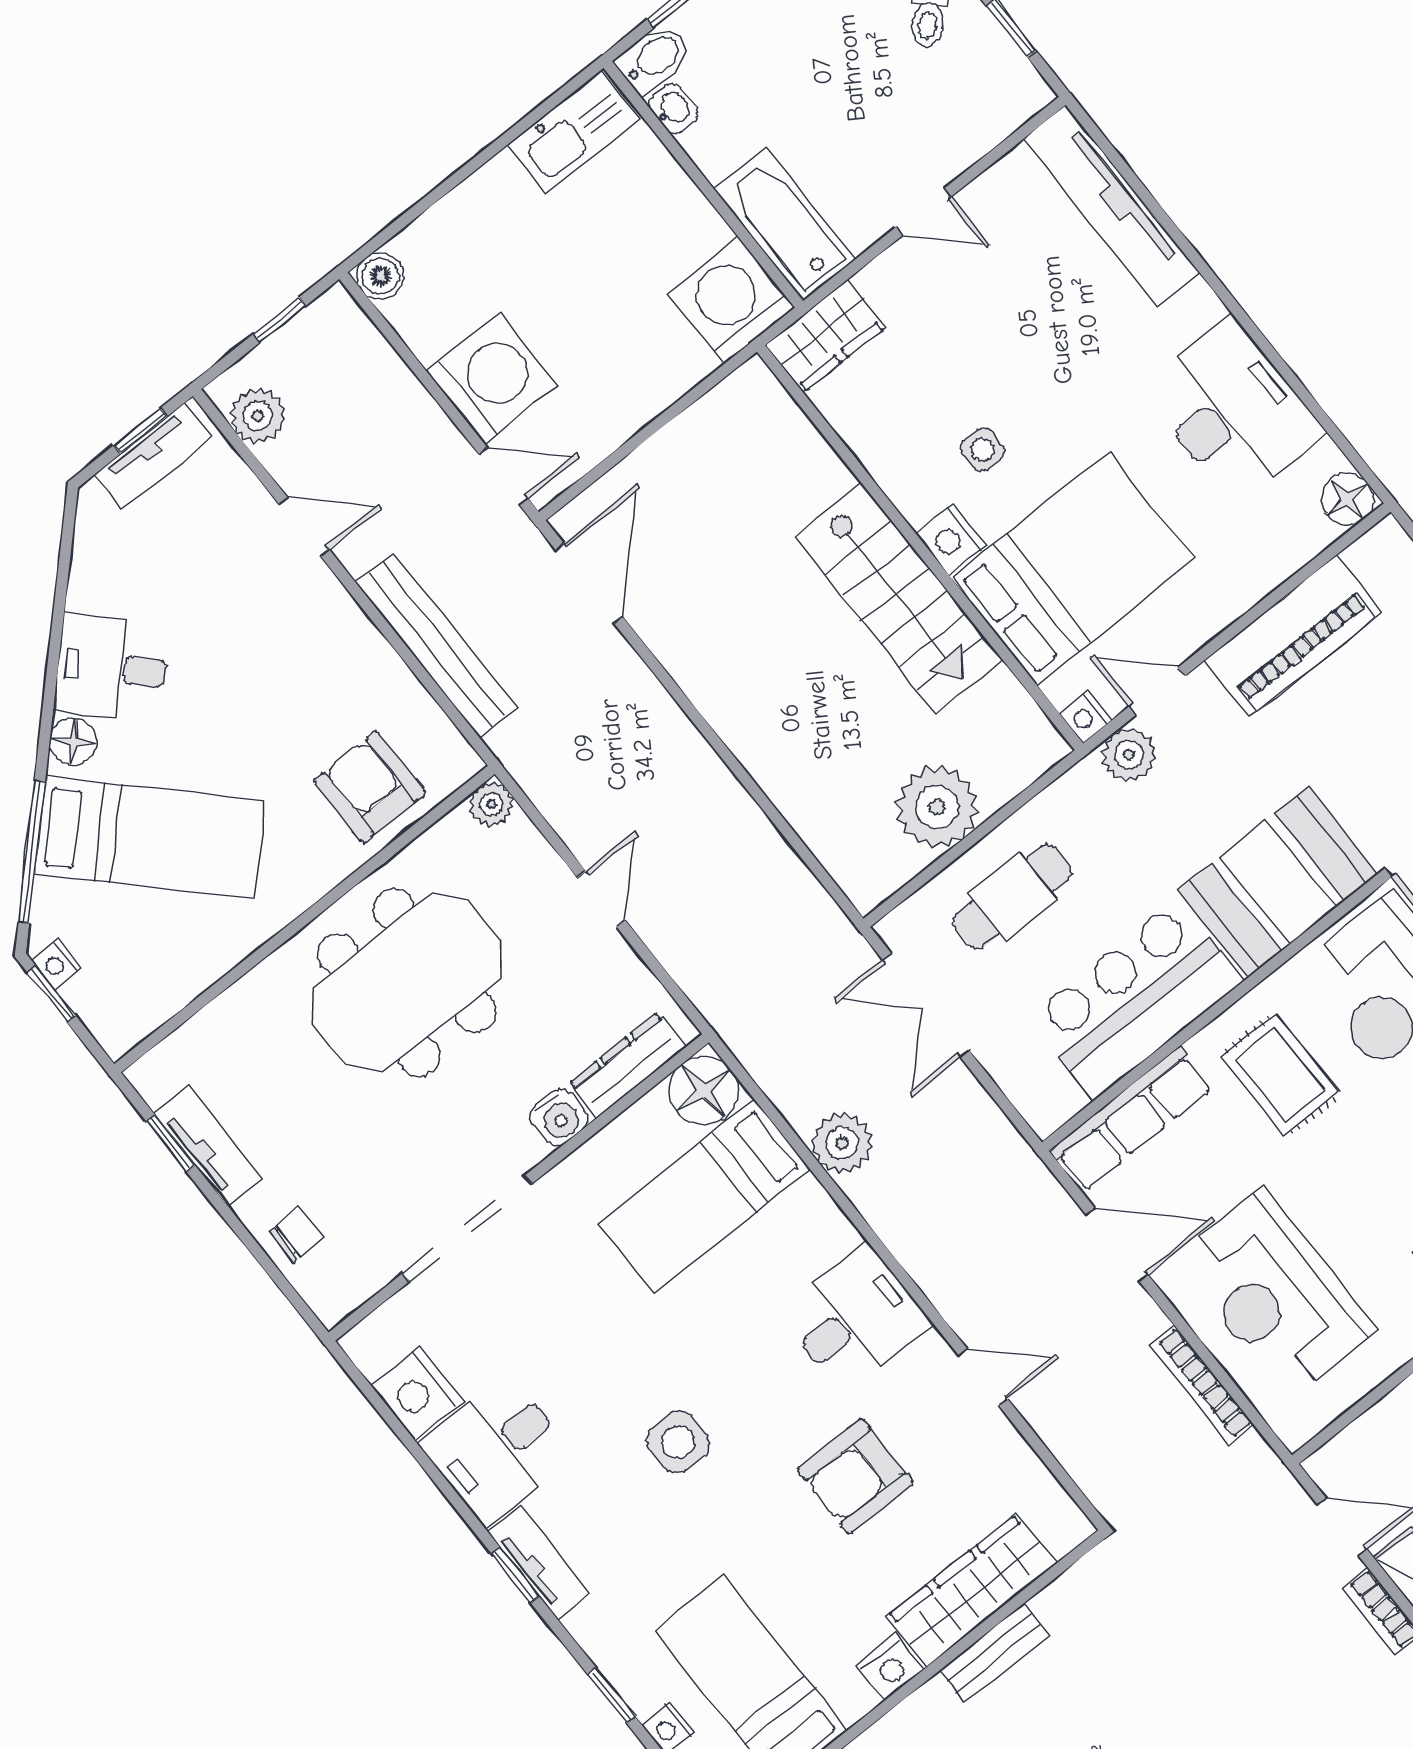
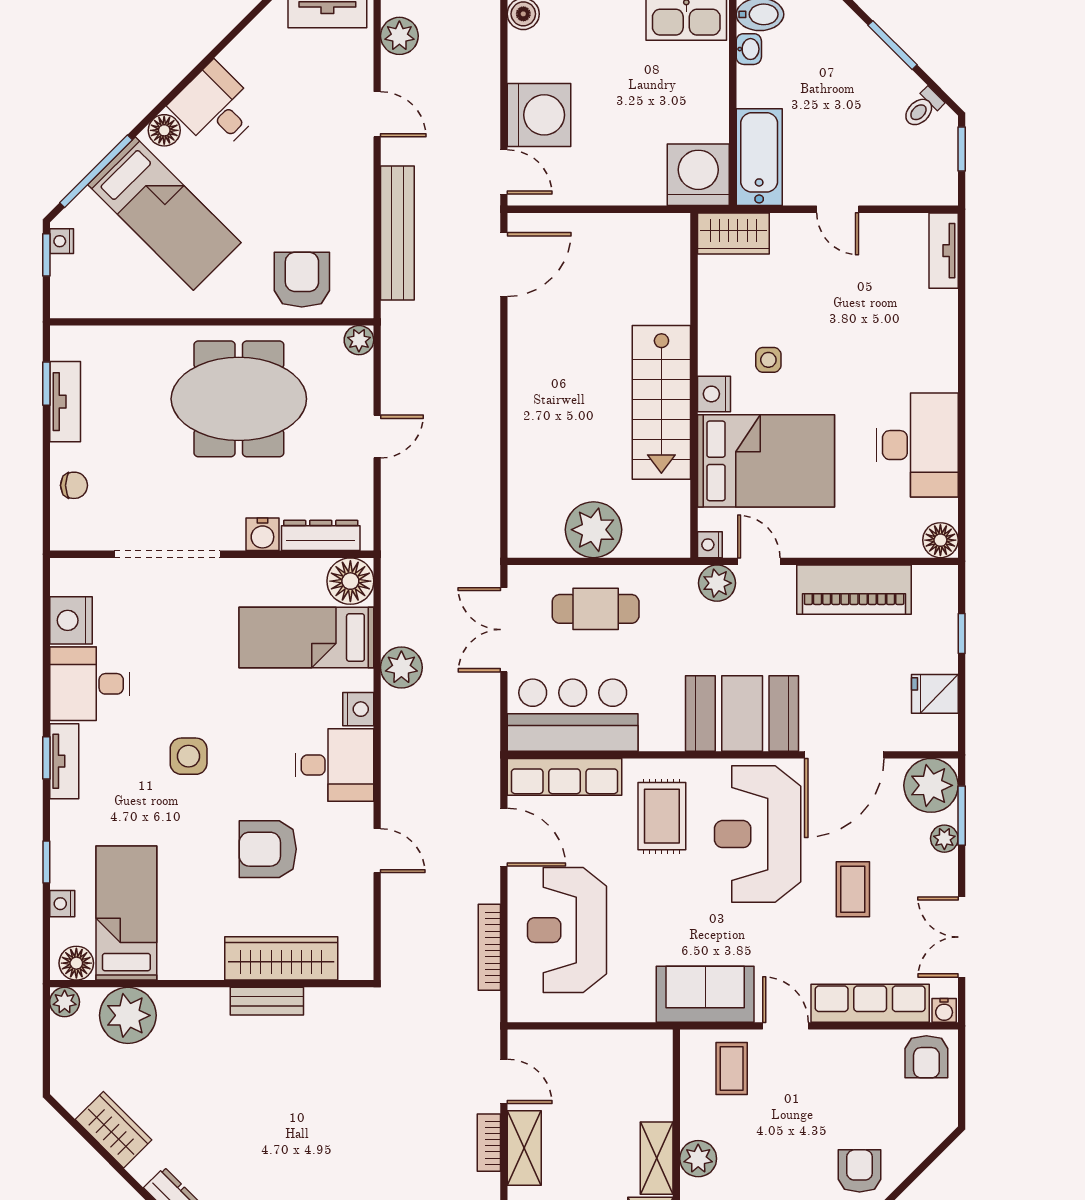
tv unit: (1111, 206) -> (944, 251), width x0.52, depth x0.78
bar counter: (1136, 999) -> (573, 715), moved
nightstand: (890, 1668) -> (358, 709), moved, turned -90

